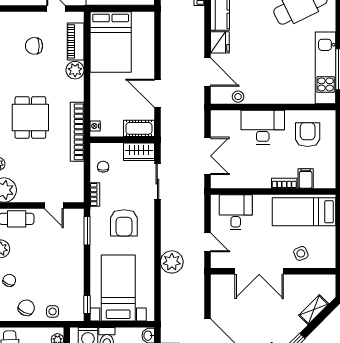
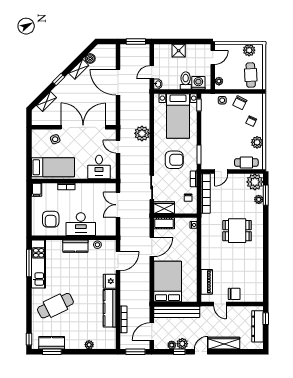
bed: (111, 42) -> (168, 281), moved
chair: (34, 46) -> (234, 294), moved
plant: (75, 70) -> (207, 262), removed
door: (207, 72) -> (118, 261), swing flipped
door: (157, 93) -> (152, 247), hinge flipped
kitchen counter: (271, 95) -> (75, 246), added
dining table: (30, 117) -> (237, 231), turned 90
bookcase: (77, 132) -> (206, 193), moved
filing cabinet: (306, 178) -> (37, 190), moved
door: (54, 206) -> (221, 171), swing flipped
armchair: (124, 223) -> (174, 160), turned 90
double door: (259, 271) -> (83, 127), width x1.36

